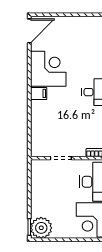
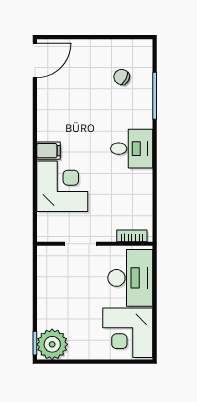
chair: (89, 42) -> (122, 77), added
corner desk: (48, 69) -> (62, 186), moved

